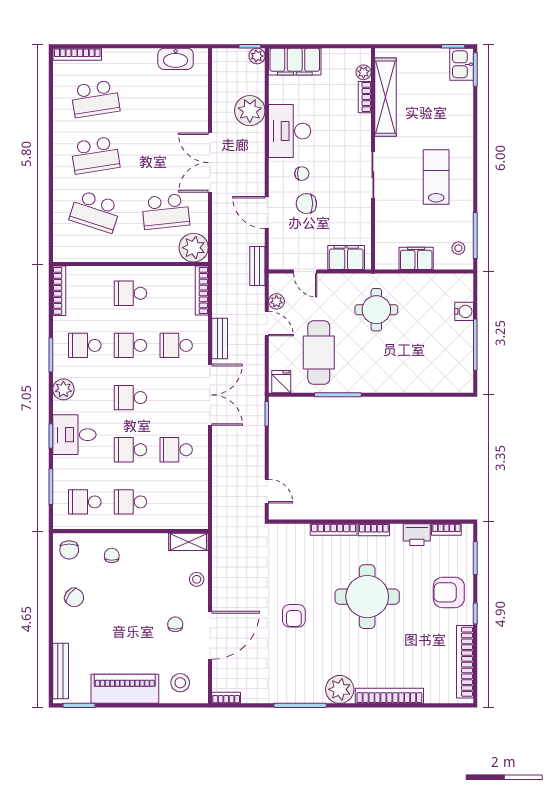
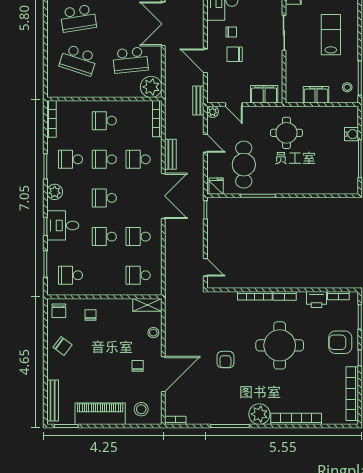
plant: (276, 301) -> (213, 112), moved
school desk: (130, 502) -> (138, 275), moved

